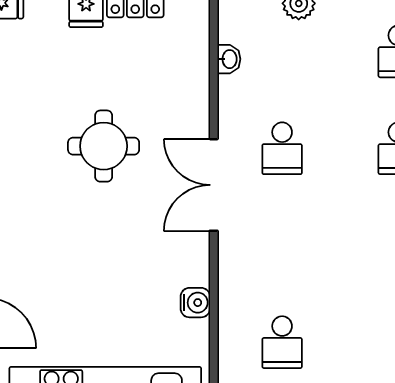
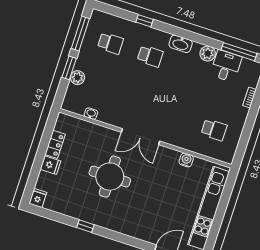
round table: (104, 146) -> (110, 177), width x1.36, depth x1.36
school desk: (282, 148) -> (135, 104), removed

